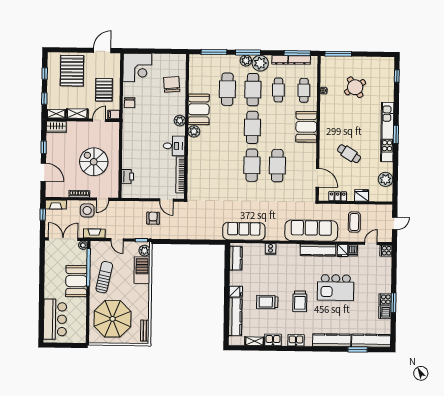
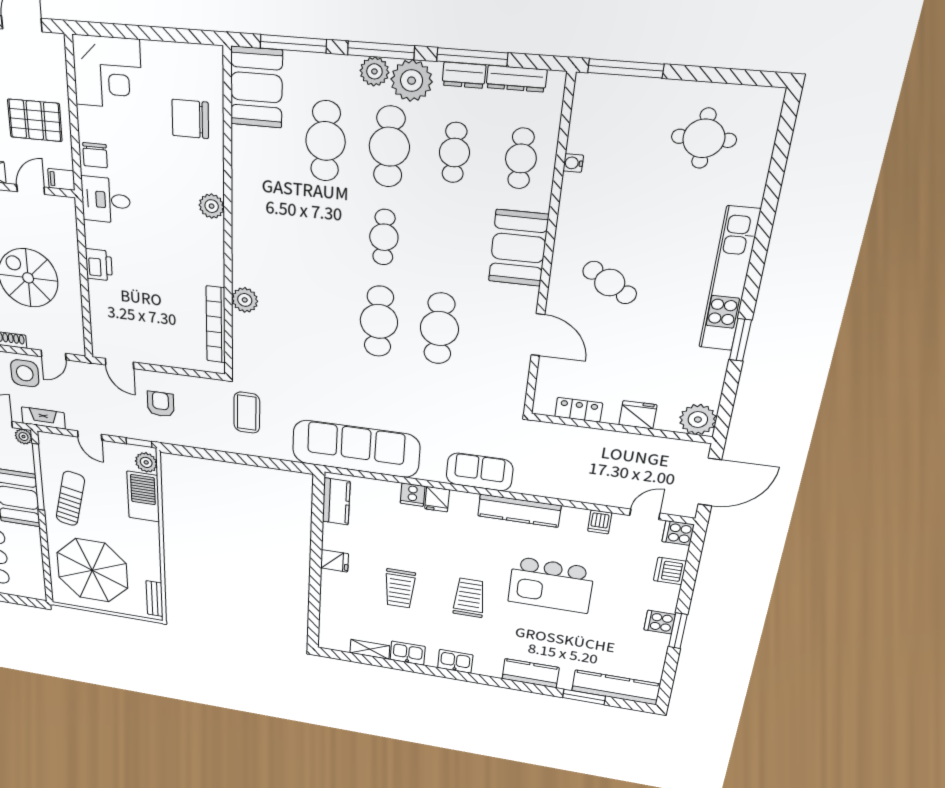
window: (297, 53) -> (472, 57), moved
window: (397, 76) -> (783, 140), removed
chair: (172, 84) -> (190, 119), turned -85
round table: (355, 87) -> (704, 138), moved, turned 33
pallet: (104, 90) -> (35, 120), turned 90
booth: (199, 109) -> (256, 87), moved
cafe table: (252, 127) -> (384, 237), width x0.73, depth x0.74
plant: (194, 131) -> (245, 300), moved
window: (396, 134) -> (740, 340), moved
desk: (174, 146) -> (106, 200), moved, turned 180
cafe table: (349, 154) -> (610, 283), moved
printer: (127, 176) -> (99, 265), moved
door: (317, 178) -> (538, 335), moved
plant: (386, 179) -> (698, 420), moved
door: (166, 200) -> (119, 364), moved
coffee table: (354, 222) -> (247, 413), moved
door: (395, 223) -> (710, 482), width x1.87
sofa: (244, 231) -> (356, 449), width x1.36, depth x1.27
sofa: (311, 231) -> (479, 472), width x0.54, depth x0.79
fridge: (343, 251) -> (437, 499), moved
trolley: (300, 301) -> (469, 598), turned 180
trolley: (267, 302) -> (400, 589), turned -90
dishwasher: (385, 312) -> (670, 571), moved
kitchen counter: (235, 317) -> (332, 603), removed
kitchen counter: (332, 340) -> (531, 673), width x0.67

